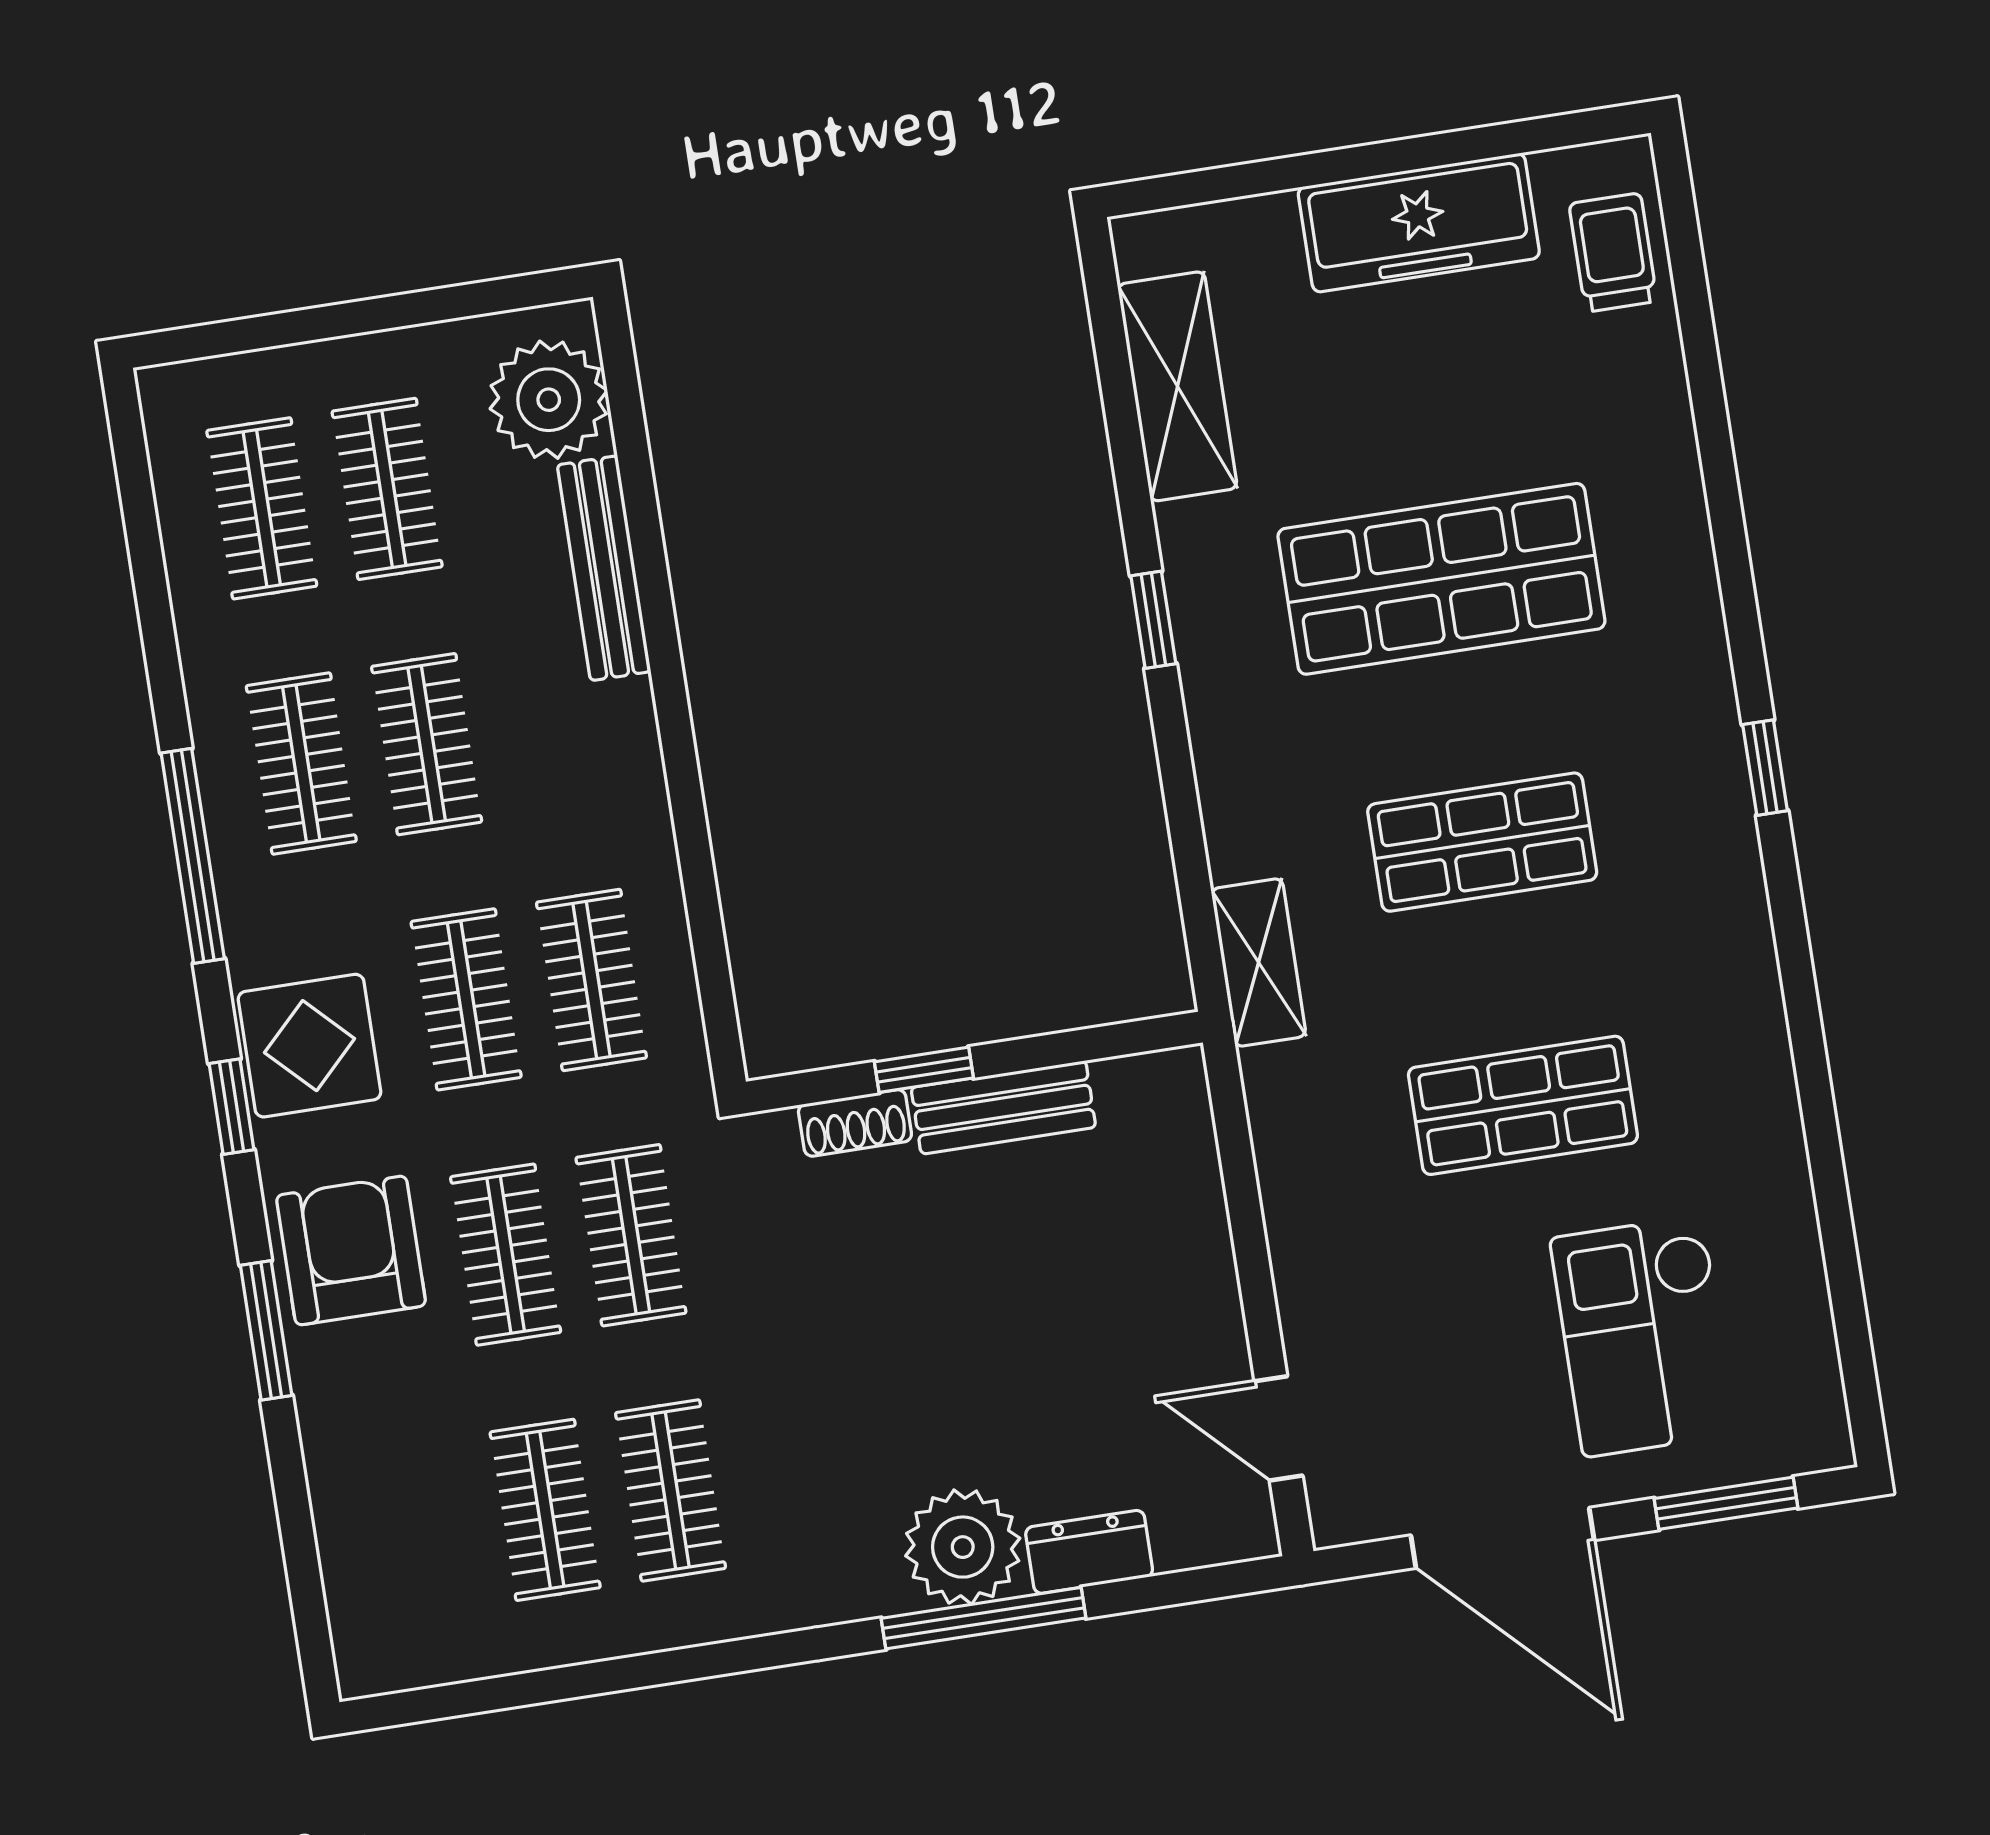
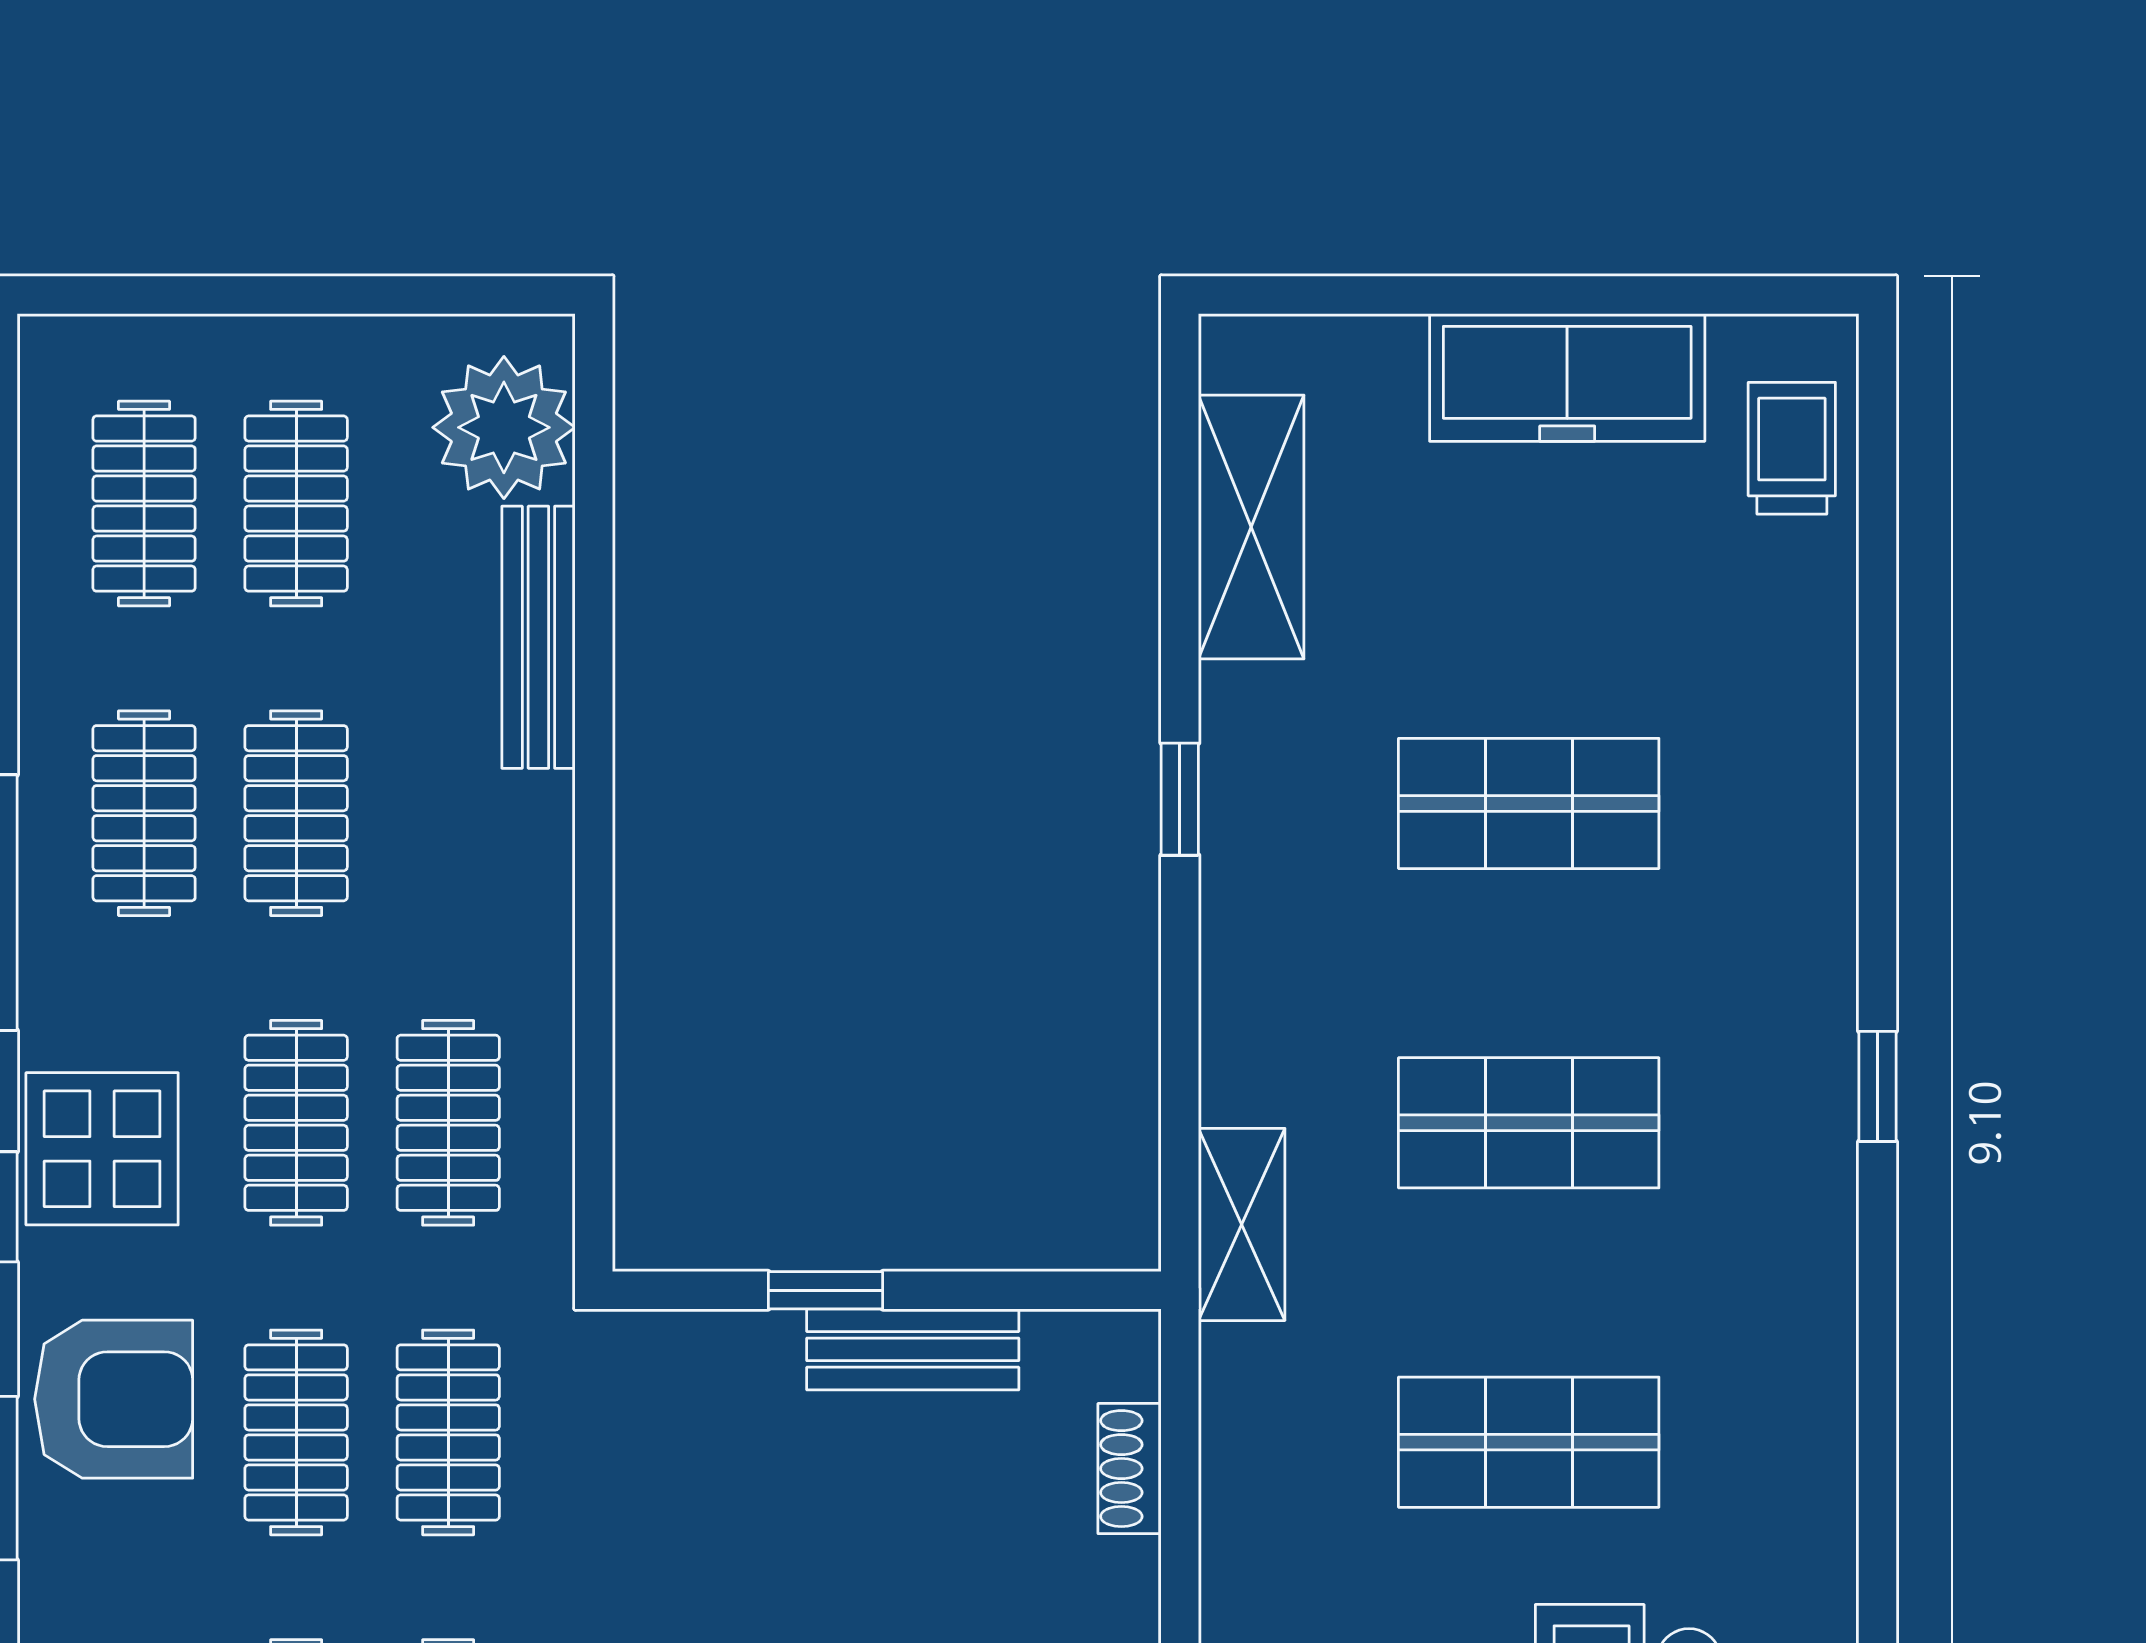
shop shelf: (1441, 579) -> (1529, 803), width x0.70, depth x0.74
shoe rack: (855, 1123) -> (1130, 1469), moved, turned 90
armchair: (351, 1250) -> (114, 1399), turned 90

